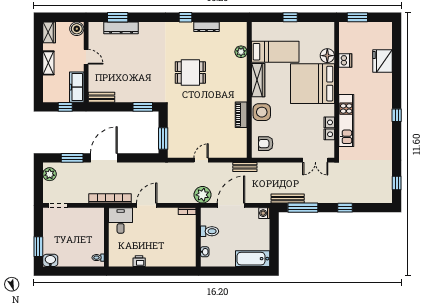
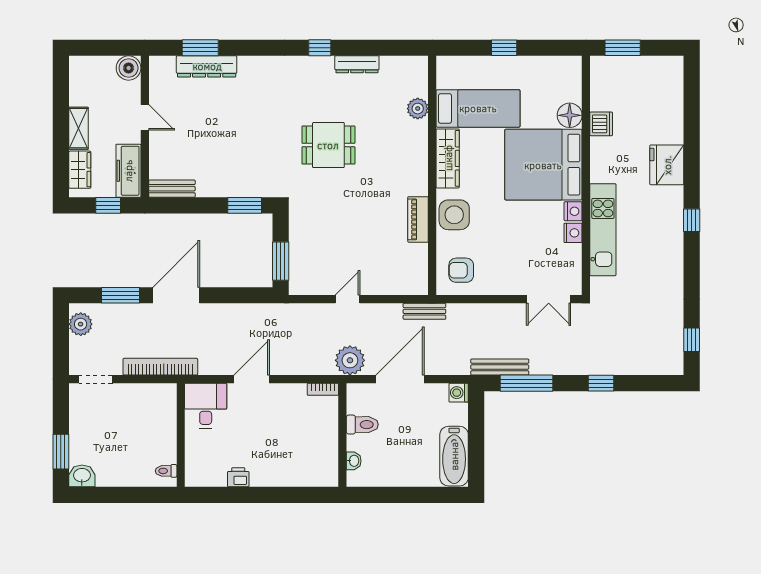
wardrobe: (49, 32) -> (80, 170), moved
fridge: (383, 61) -> (667, 165), moved
nightstand: (329, 134) -> (573, 211), moved
bookcase: (110, 198) -> (160, 367), moved
bathtub: (253, 259) -> (454, 456), moved, turned -90

